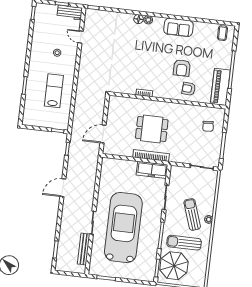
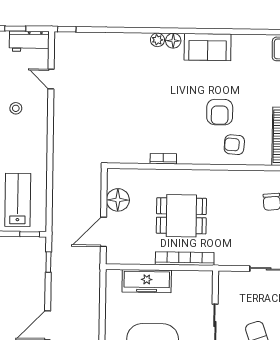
floor lamp: (139, 19) -> (173, 41), moved
lab bench: (54, 91) -> (18, 200), moved
floor lamp: (114, 115) -> (118, 200), added
freezer: (152, 170) -> (147, 281), moved

